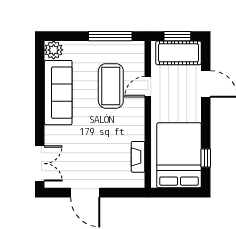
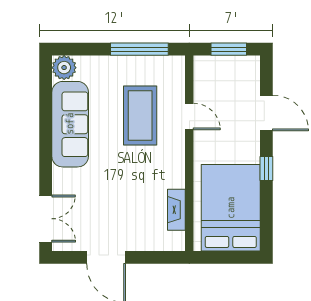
cot: (179, 53) -> (230, 71), removed
door: (148, 87) -> (189, 117), swing flipped
window: (206, 158) -> (266, 168), moved

